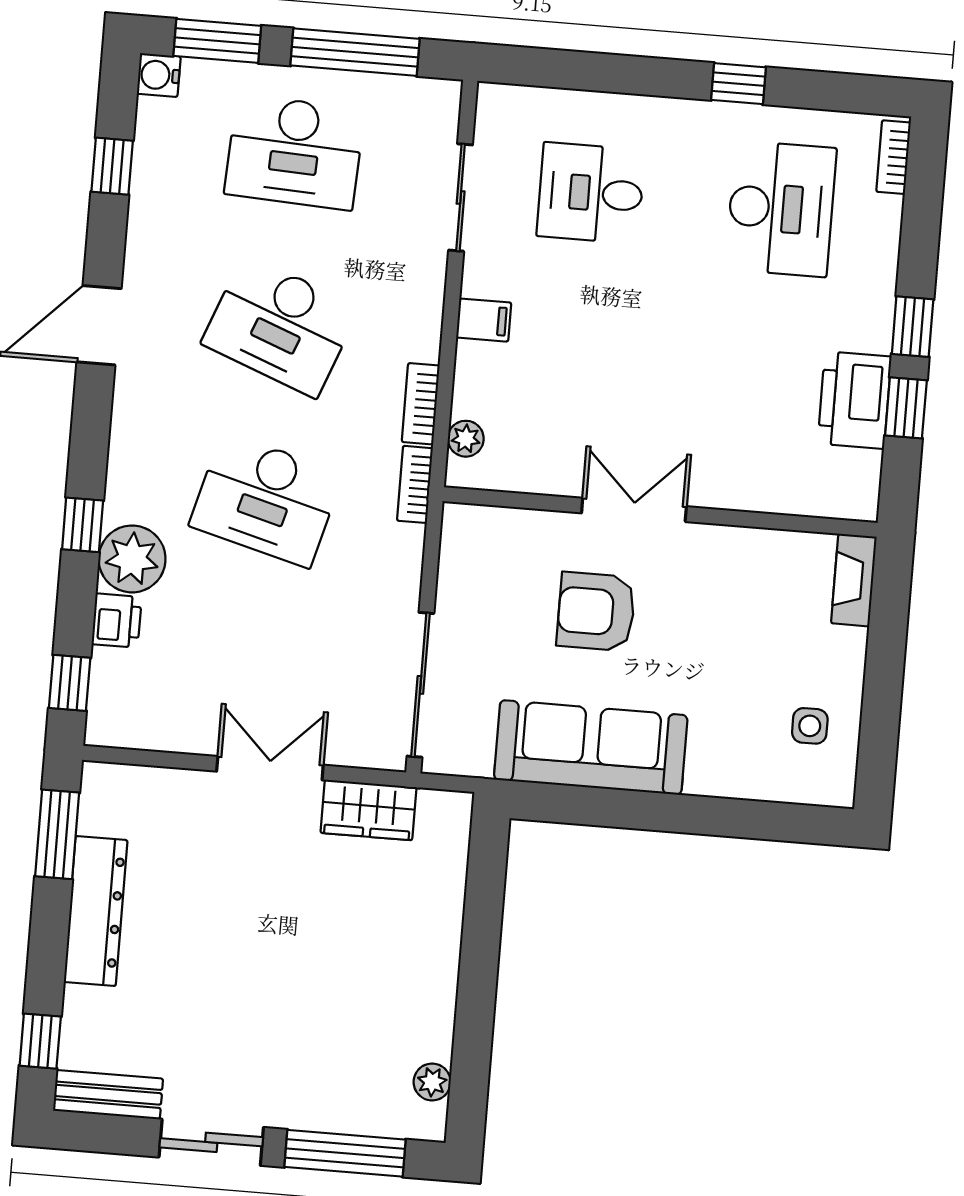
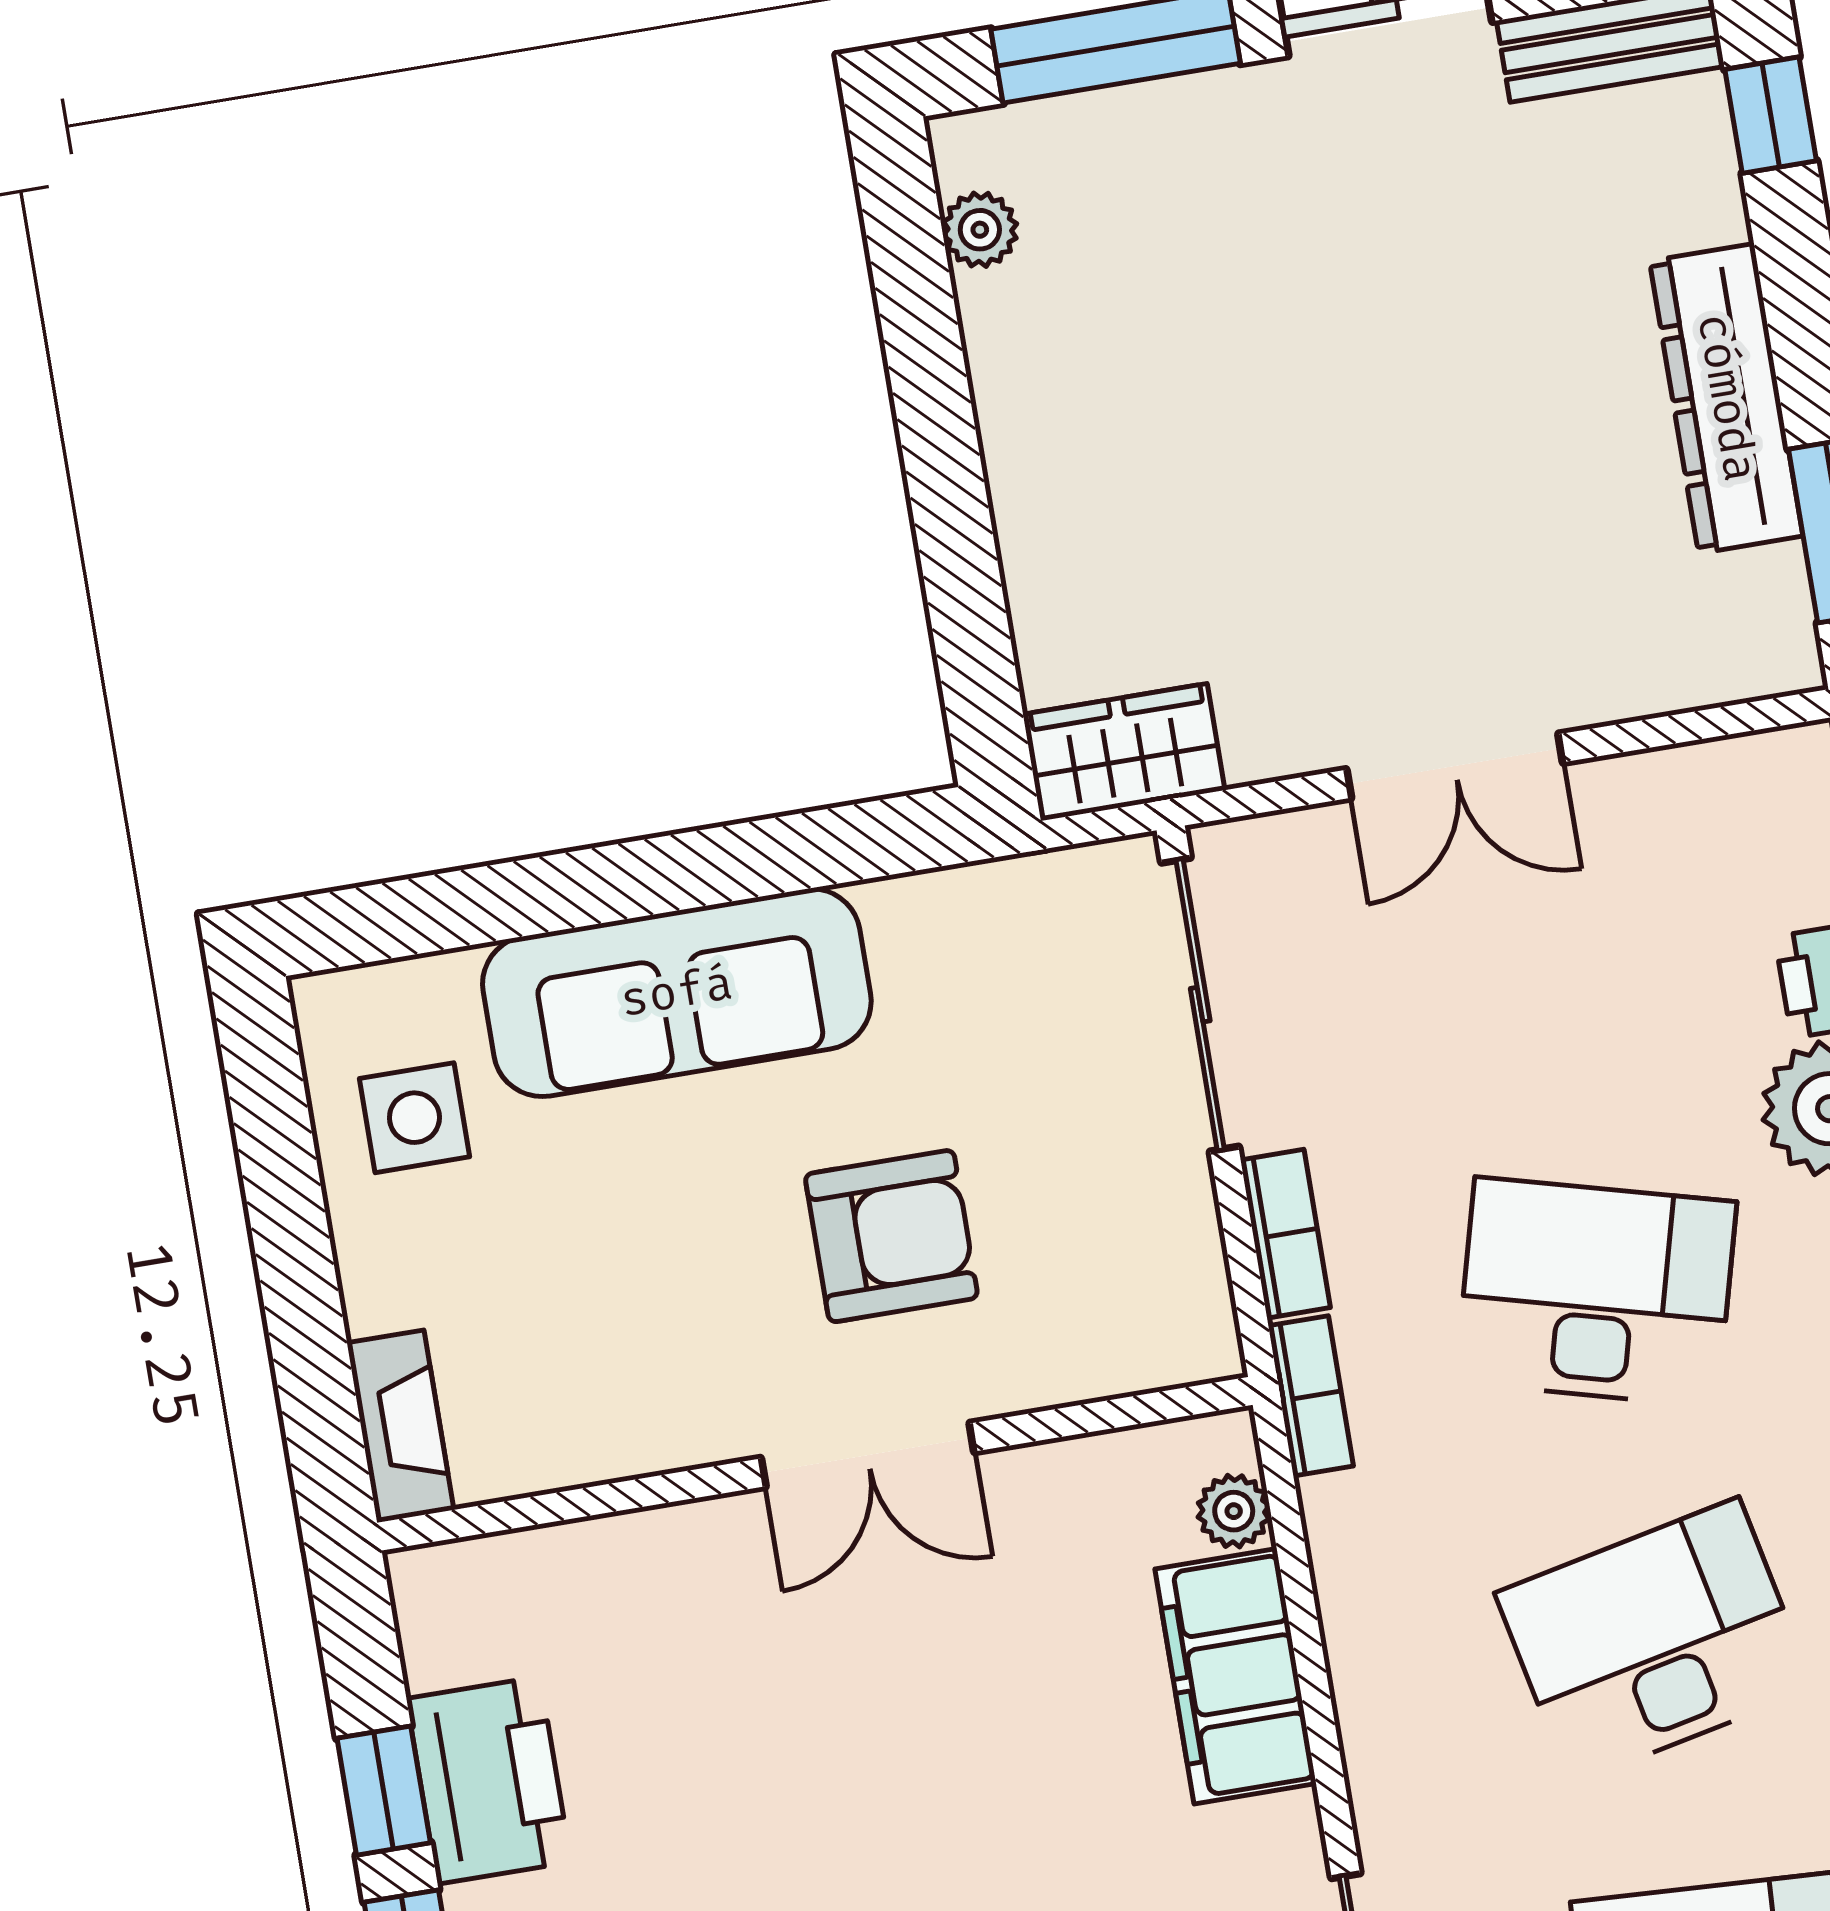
filing cabinet: (484, 320) -> (1236, 1676), width x3.00, depth x1.17
desk: (280, 326) -> (1654, 1641), turned -33
bookcase: (421, 404) -> (1285, 1234), moved
side table: (810, 726) -> (414, 1118), width x1.37, depth x1.37
sofa: (591, 747) -> (677, 993), moved
wardrobe: (368, 810) -> (1124, 752), moved

